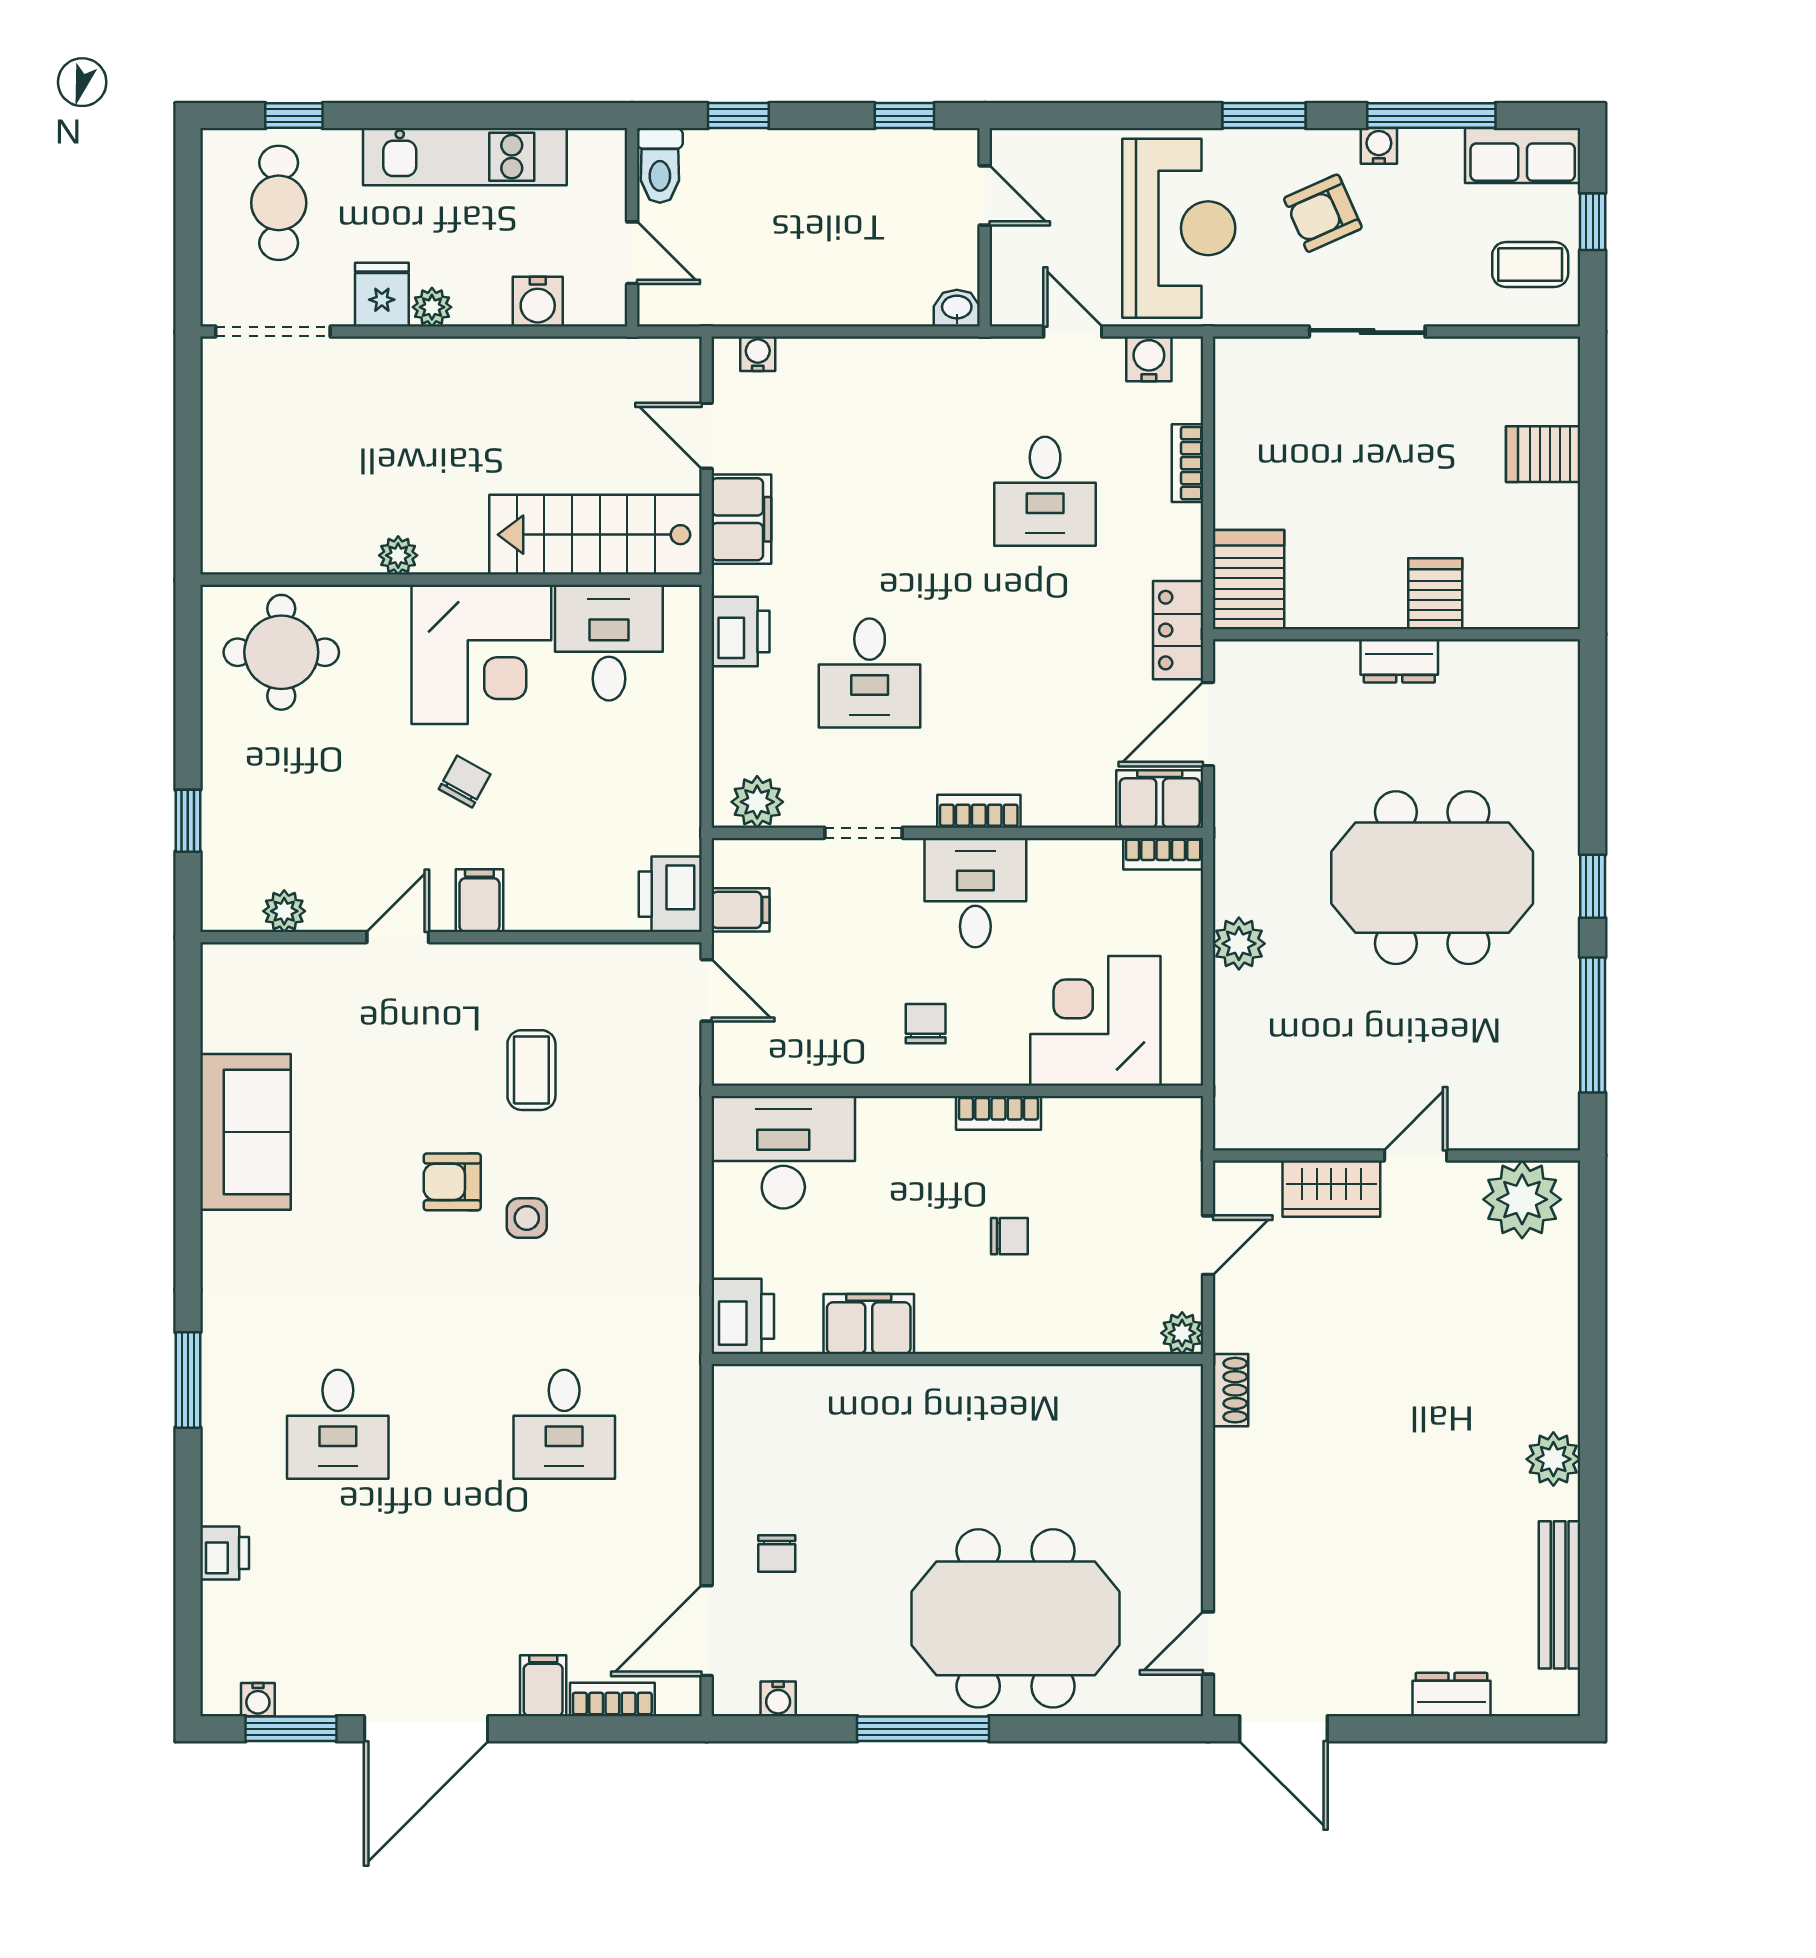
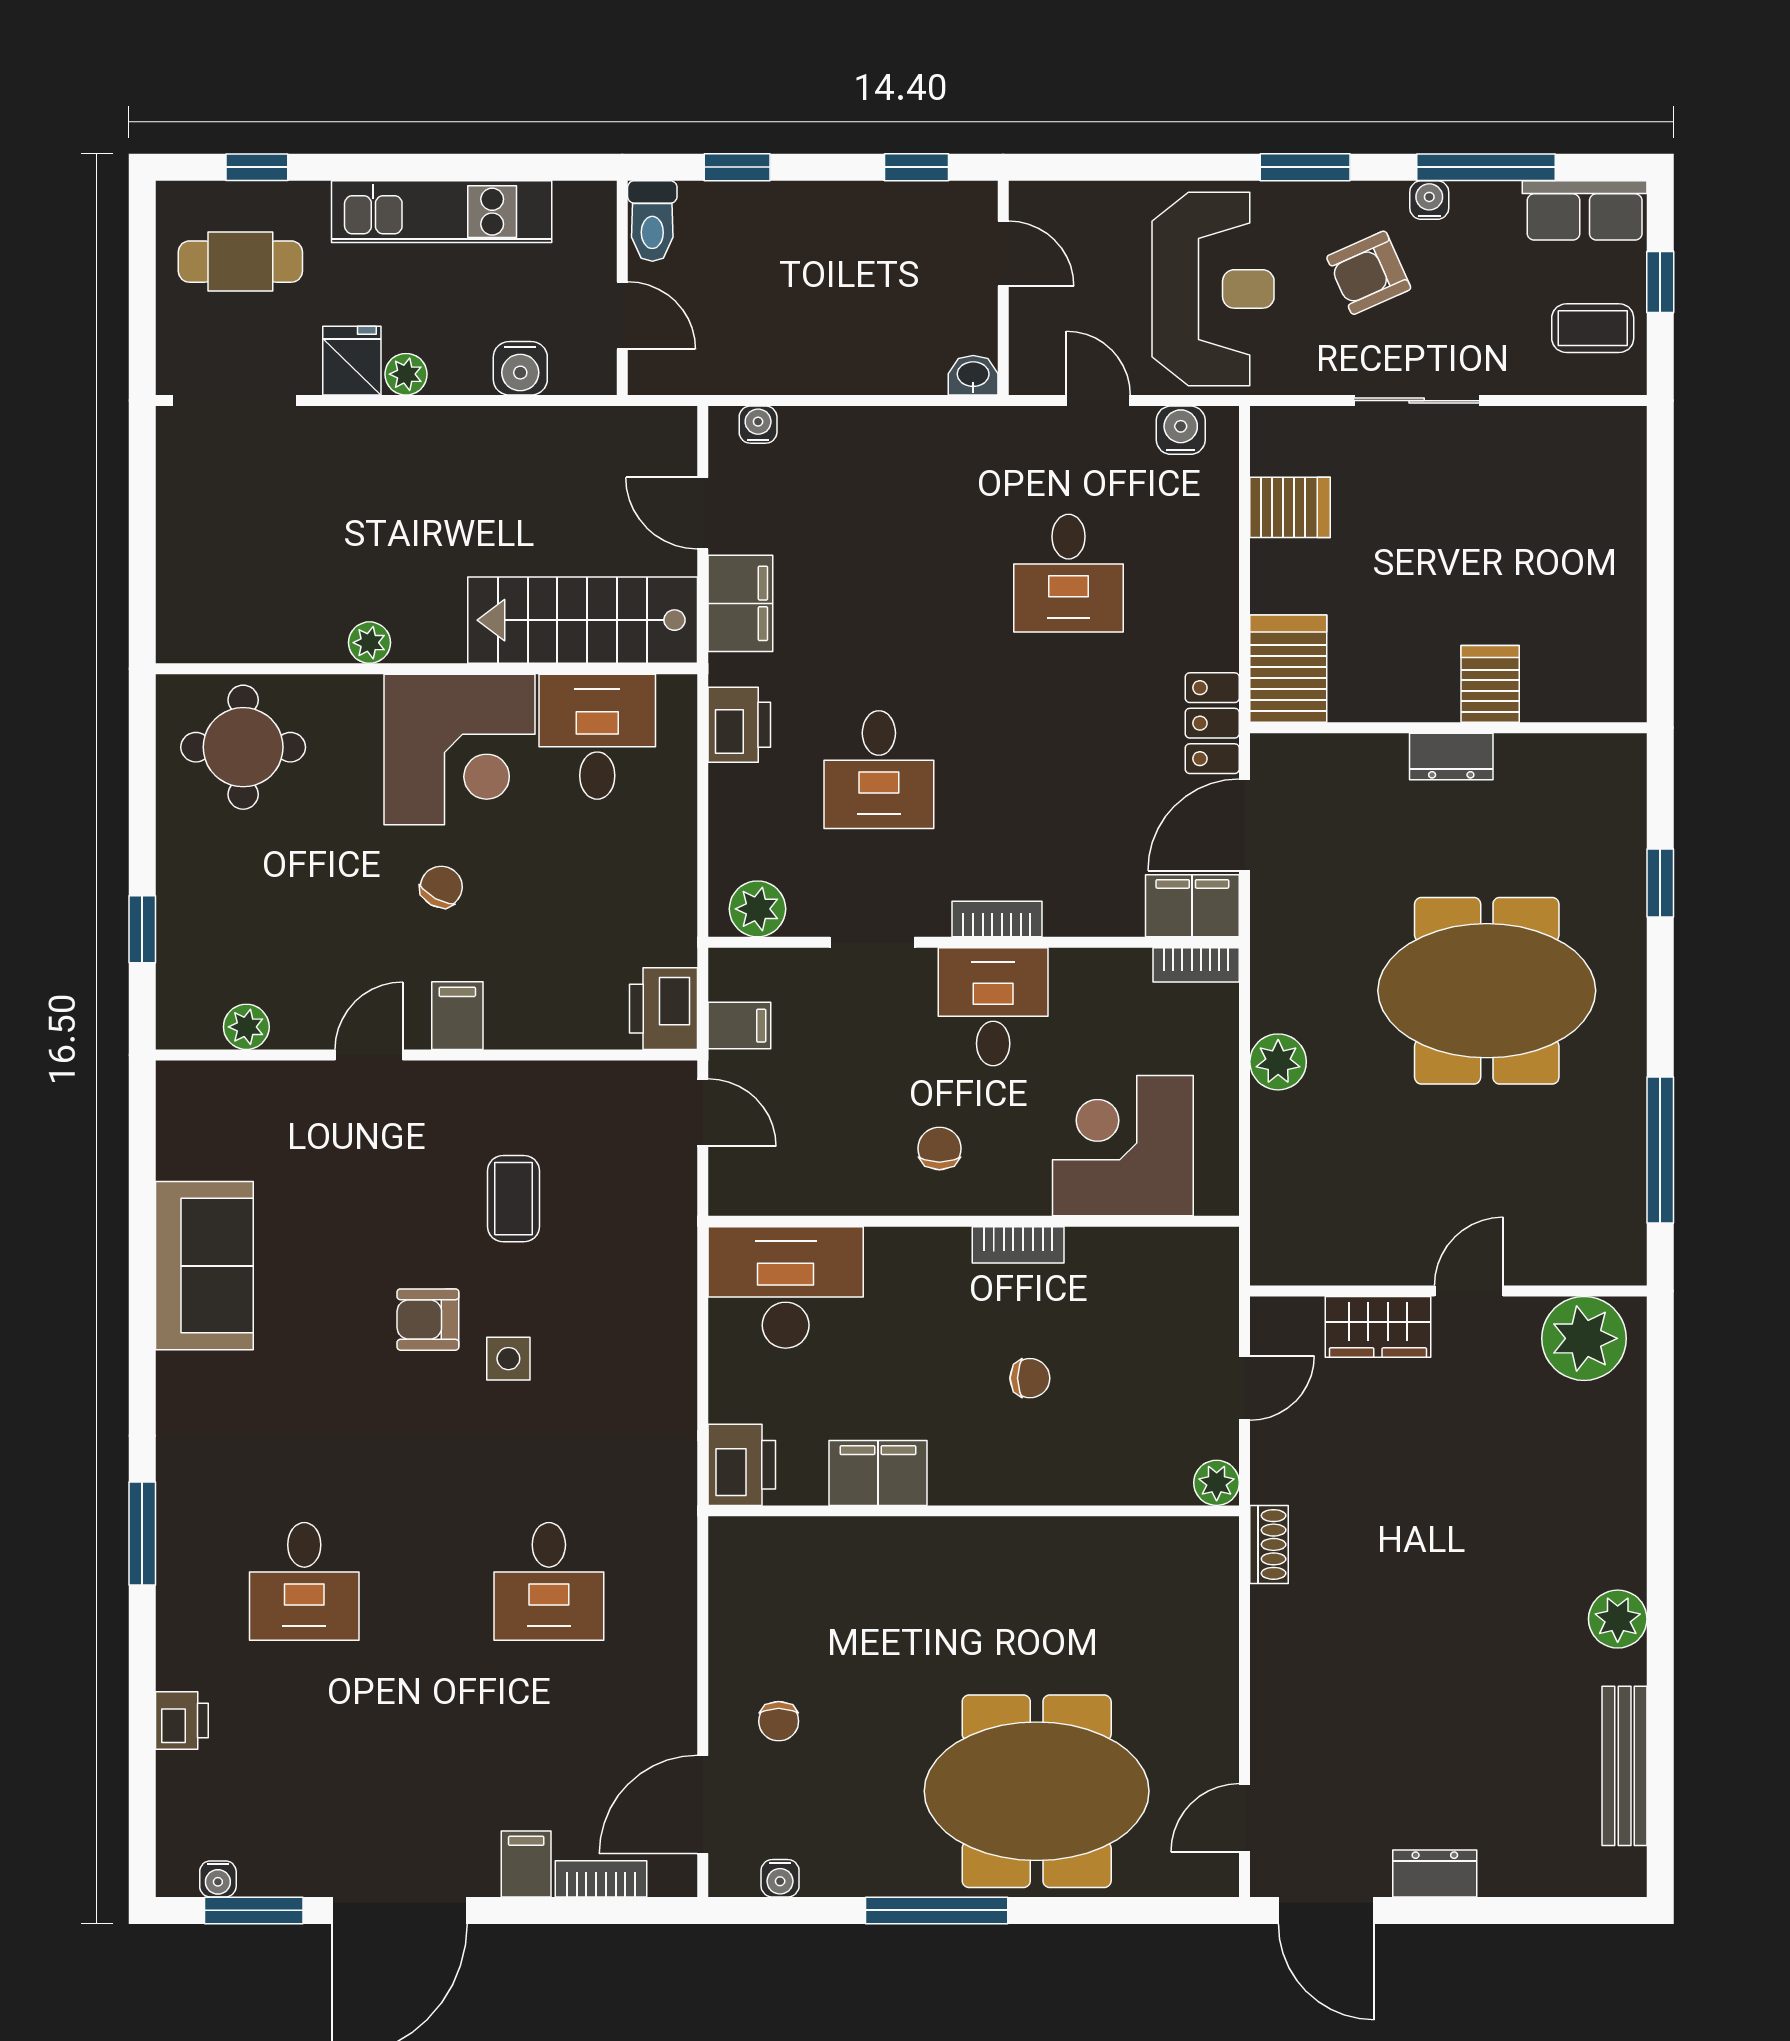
cafe table: (279, 203) -> (240, 262), turned 90
server rack: (1543, 454) -> (1290, 507), moved, turned 180
bookcase: (1187, 463) -> (1222, 543), removed
window: (1593, 886) -> (1660, 883), moved
dresser: (1451, 1695) -> (1435, 1874), moved

